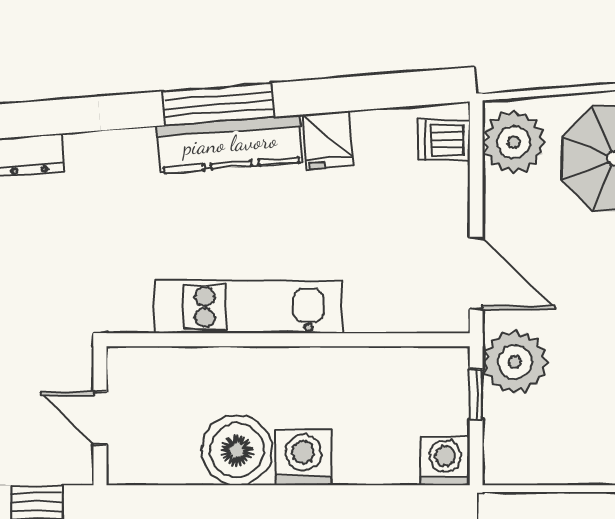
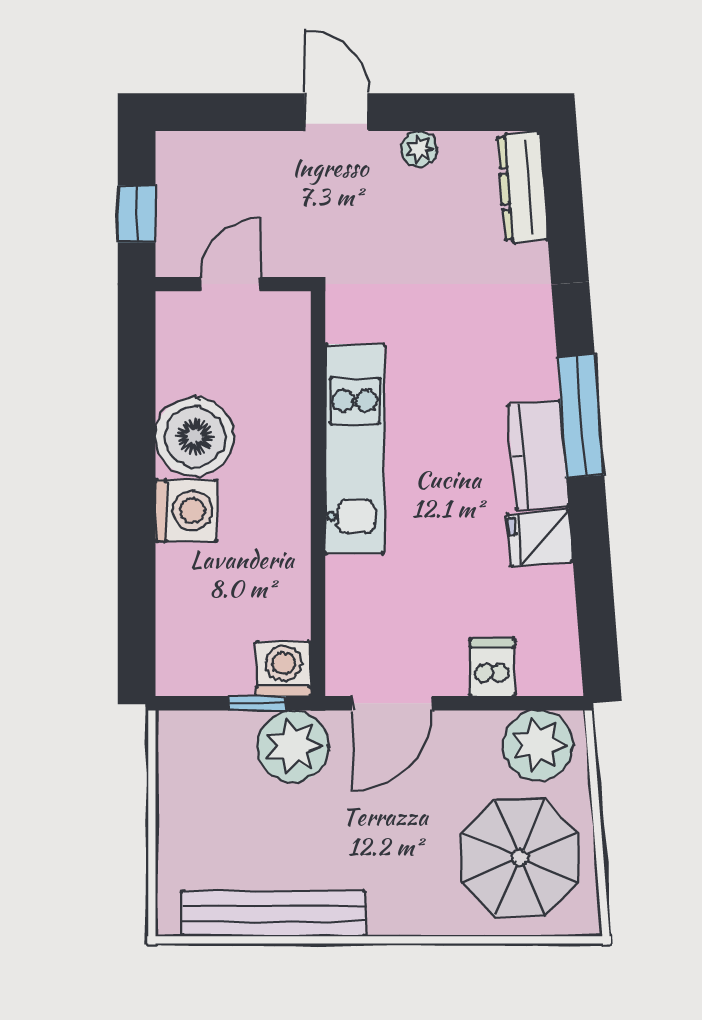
dishwasher: (444, 140) -> (492, 667), moved
kitchen counter: (230, 144) -> (538, 455), width x0.67
washing machine: (445, 461) -> (284, 669), moved, turned -90

